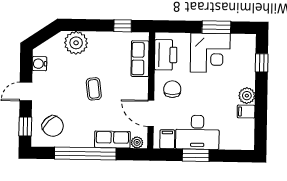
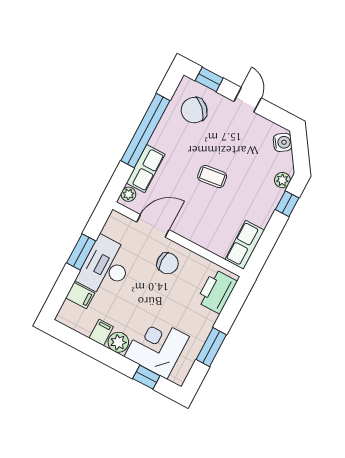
window: (123, 26) -> (287, 204), moved
plant: (76, 43) -> (282, 180), width x0.53, depth x0.53
corner desk: (210, 53) -> (157, 347), moved, turned 90
printer: (166, 55) -> (217, 291), moved, turned 90
row of seats: (140, 59) -> (245, 245), moved, turned -90
water cooler: (39, 64) -> (283, 142), moved, turned 56
filing cabinet: (167, 139) -> (80, 295), moved

